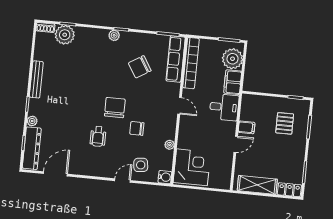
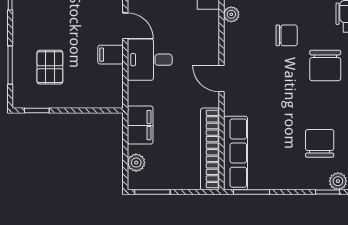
plant: (233, 59) -> (136, 163), width x0.53, depth x0.53
chair: (140, 67) -> (320, 143), moved, turned -58
desk: (224, 107) -> (150, 60), moved
door: (236, 144) -> (125, 26), swing flipped

